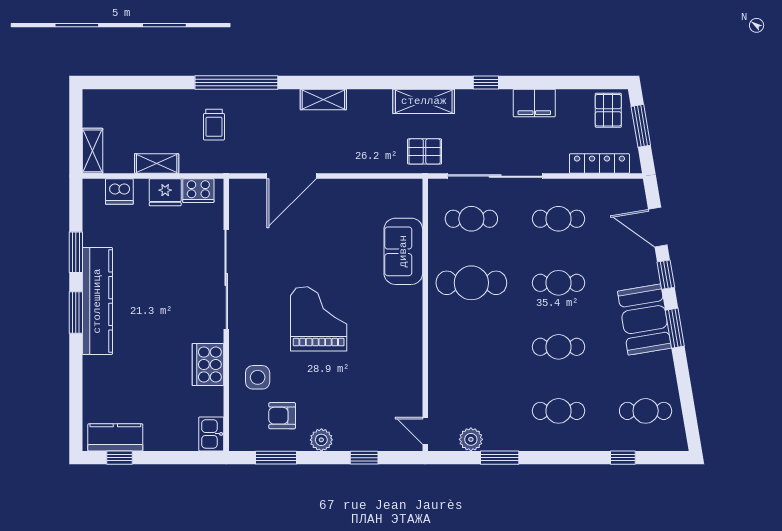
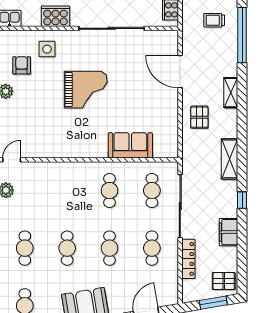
pallet: (425, 151) -> (199, 117), moved
locker: (599, 164) -> (188, 259), moved
cafe table: (471, 283) -> (110, 191), width x0.73, depth x0.74

